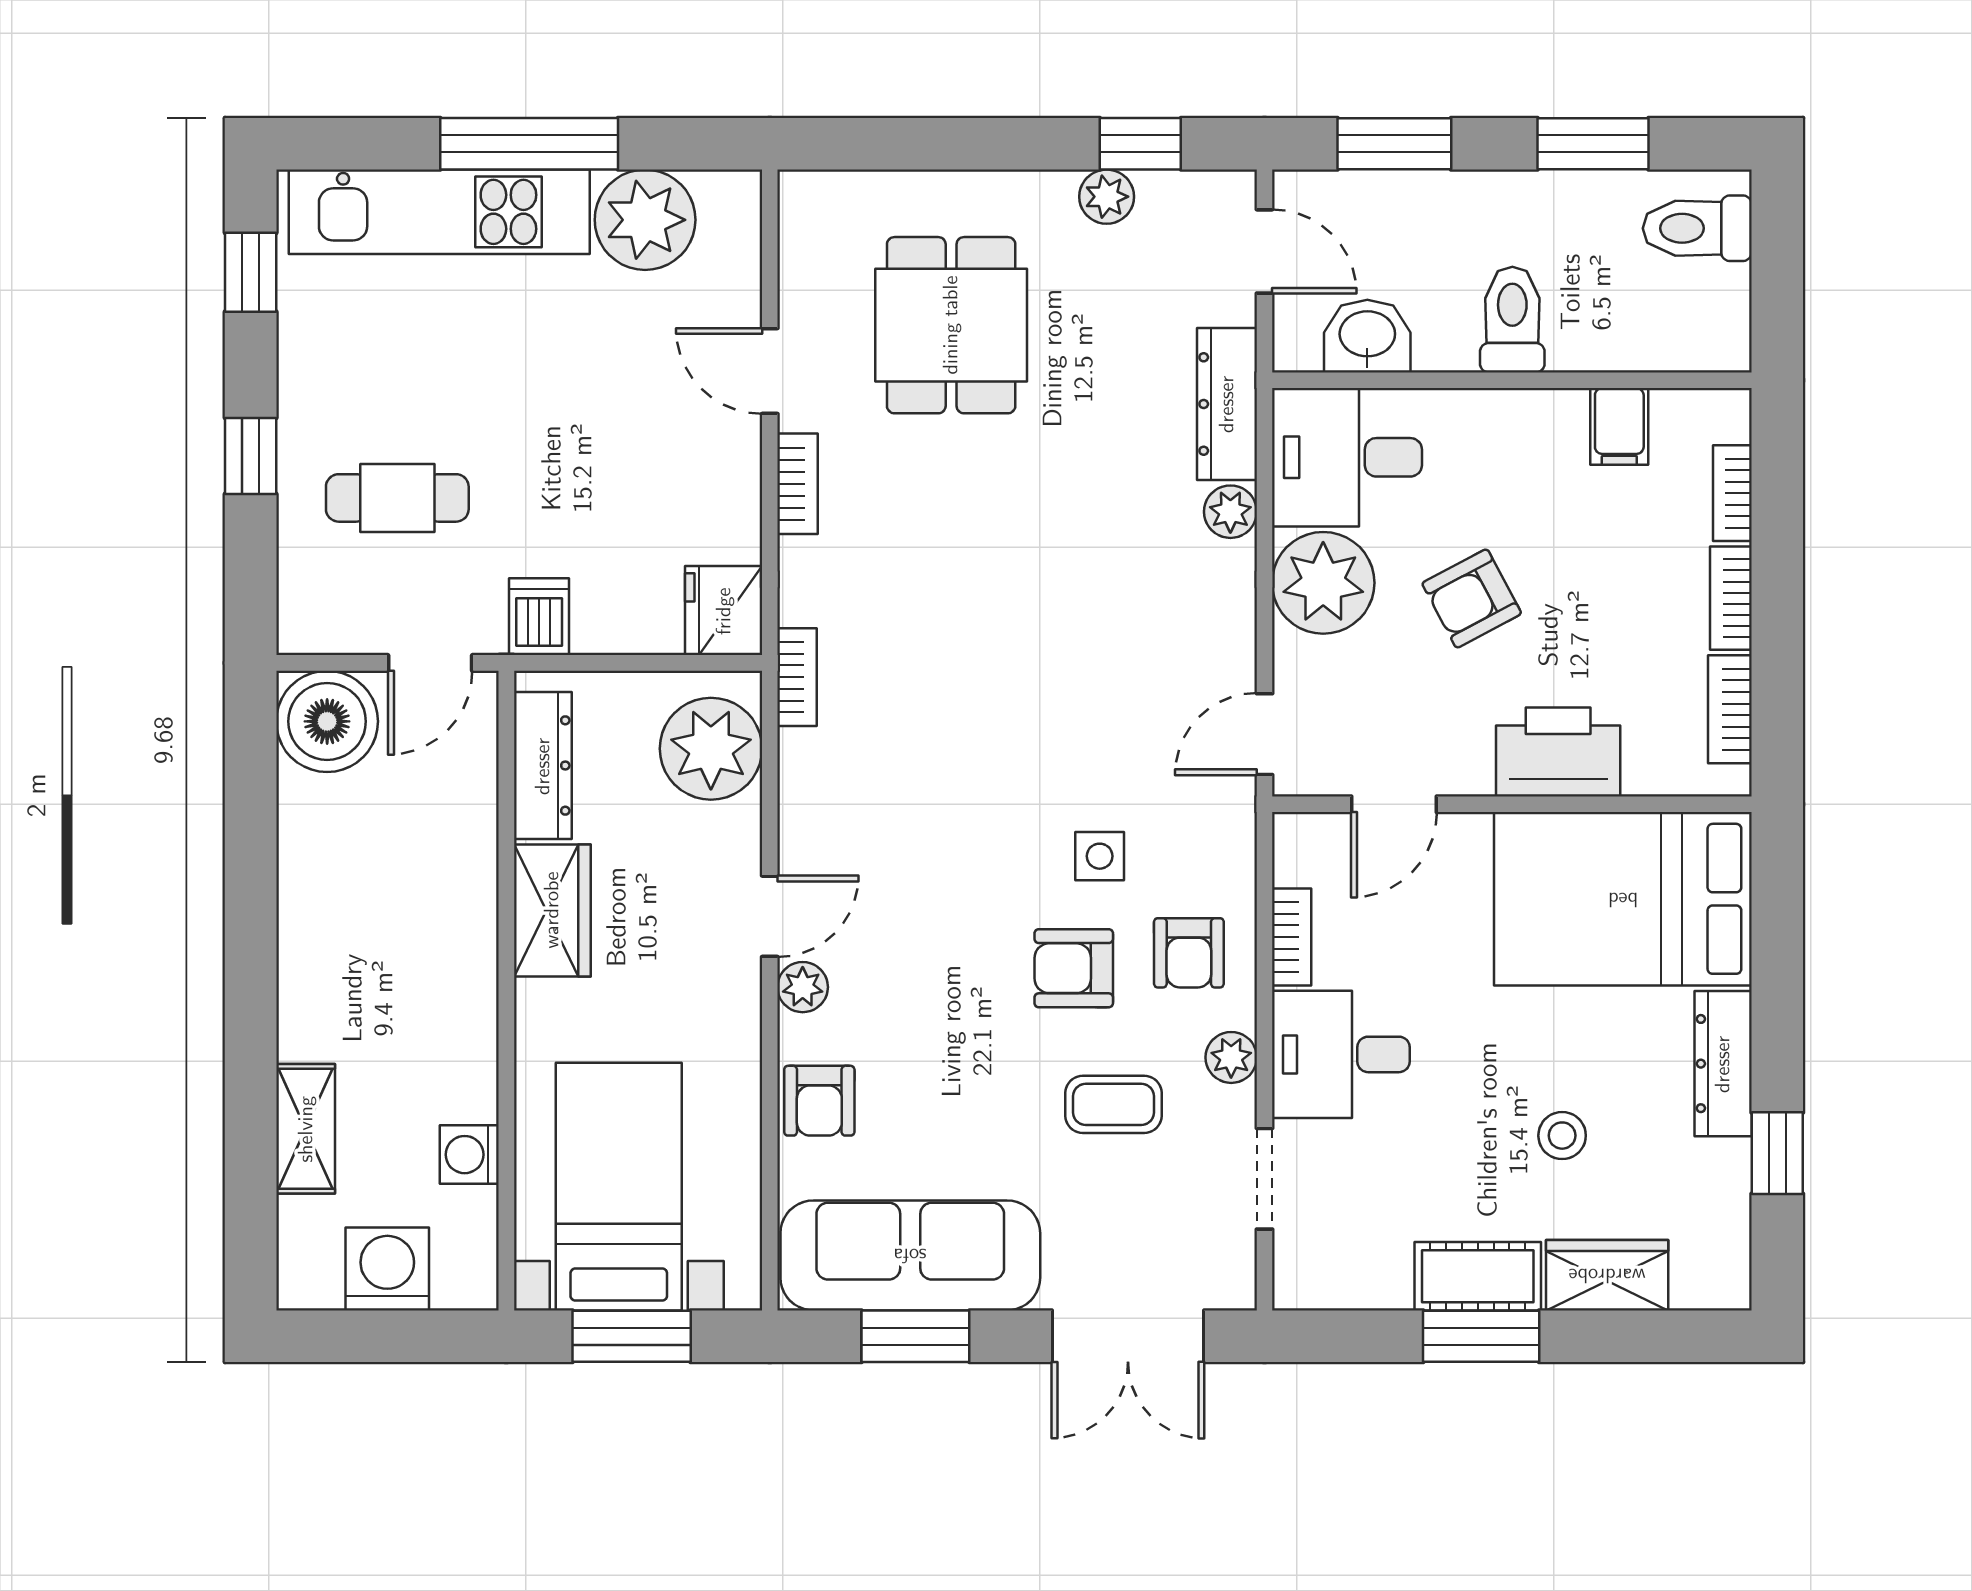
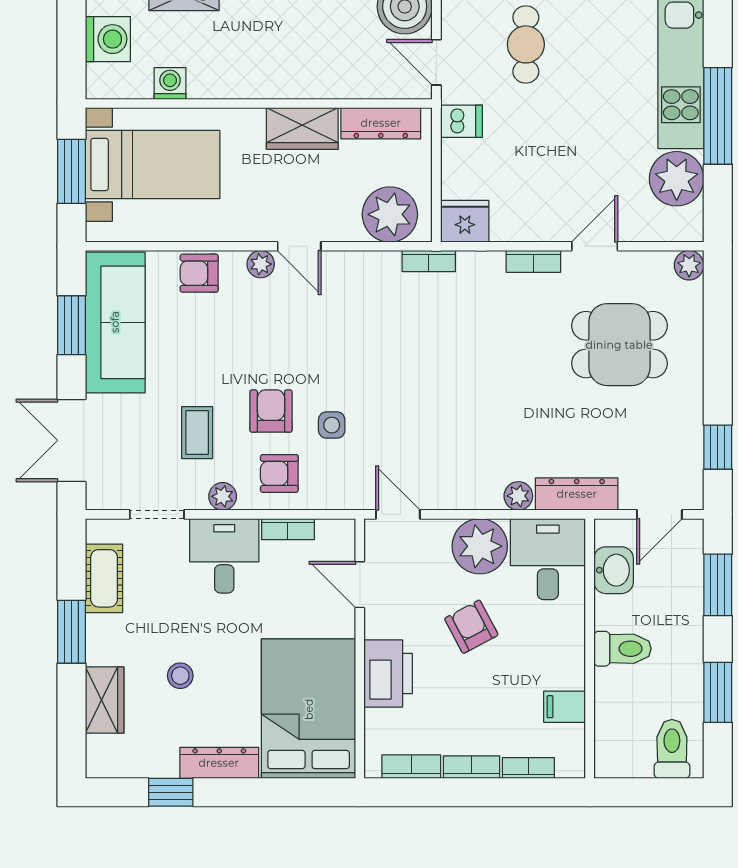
plant: (1107, 197) -> (689, 265), moved
cot: (1478, 1276) -> (104, 578), moved

